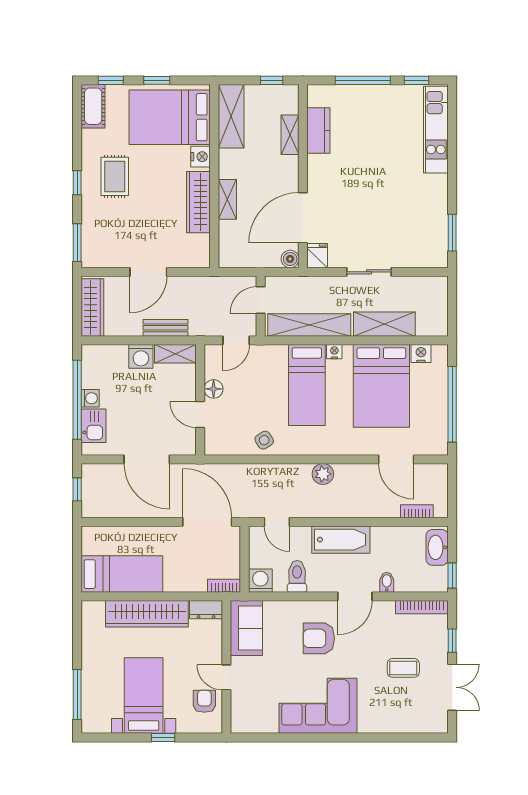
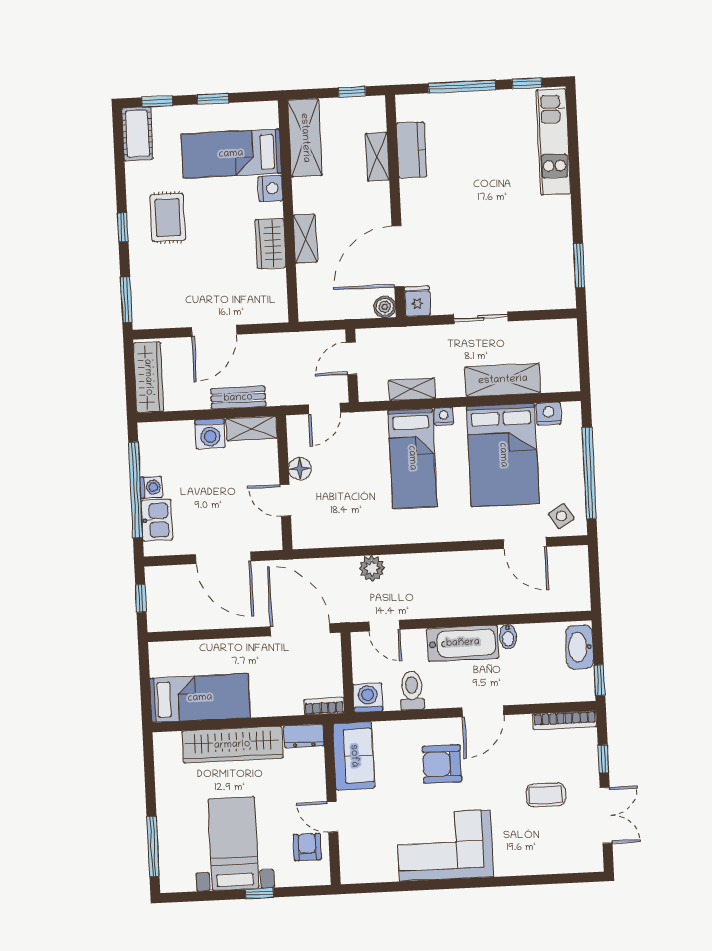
bed: (170, 117) -> (231, 154), width x0.67
wardrobe: (198, 202) -> (270, 244), width x0.67
shelving: (309, 325) -> (412, 389), width x0.45, depth x0.75
side table: (264, 440) -> (561, 516), moved
plant: (323, 474) -> (372, 568), moved
bookcase: (417, 511) -> (553, 605), removed
bidet: (387, 582) -> (508, 637), moved, turned 180

